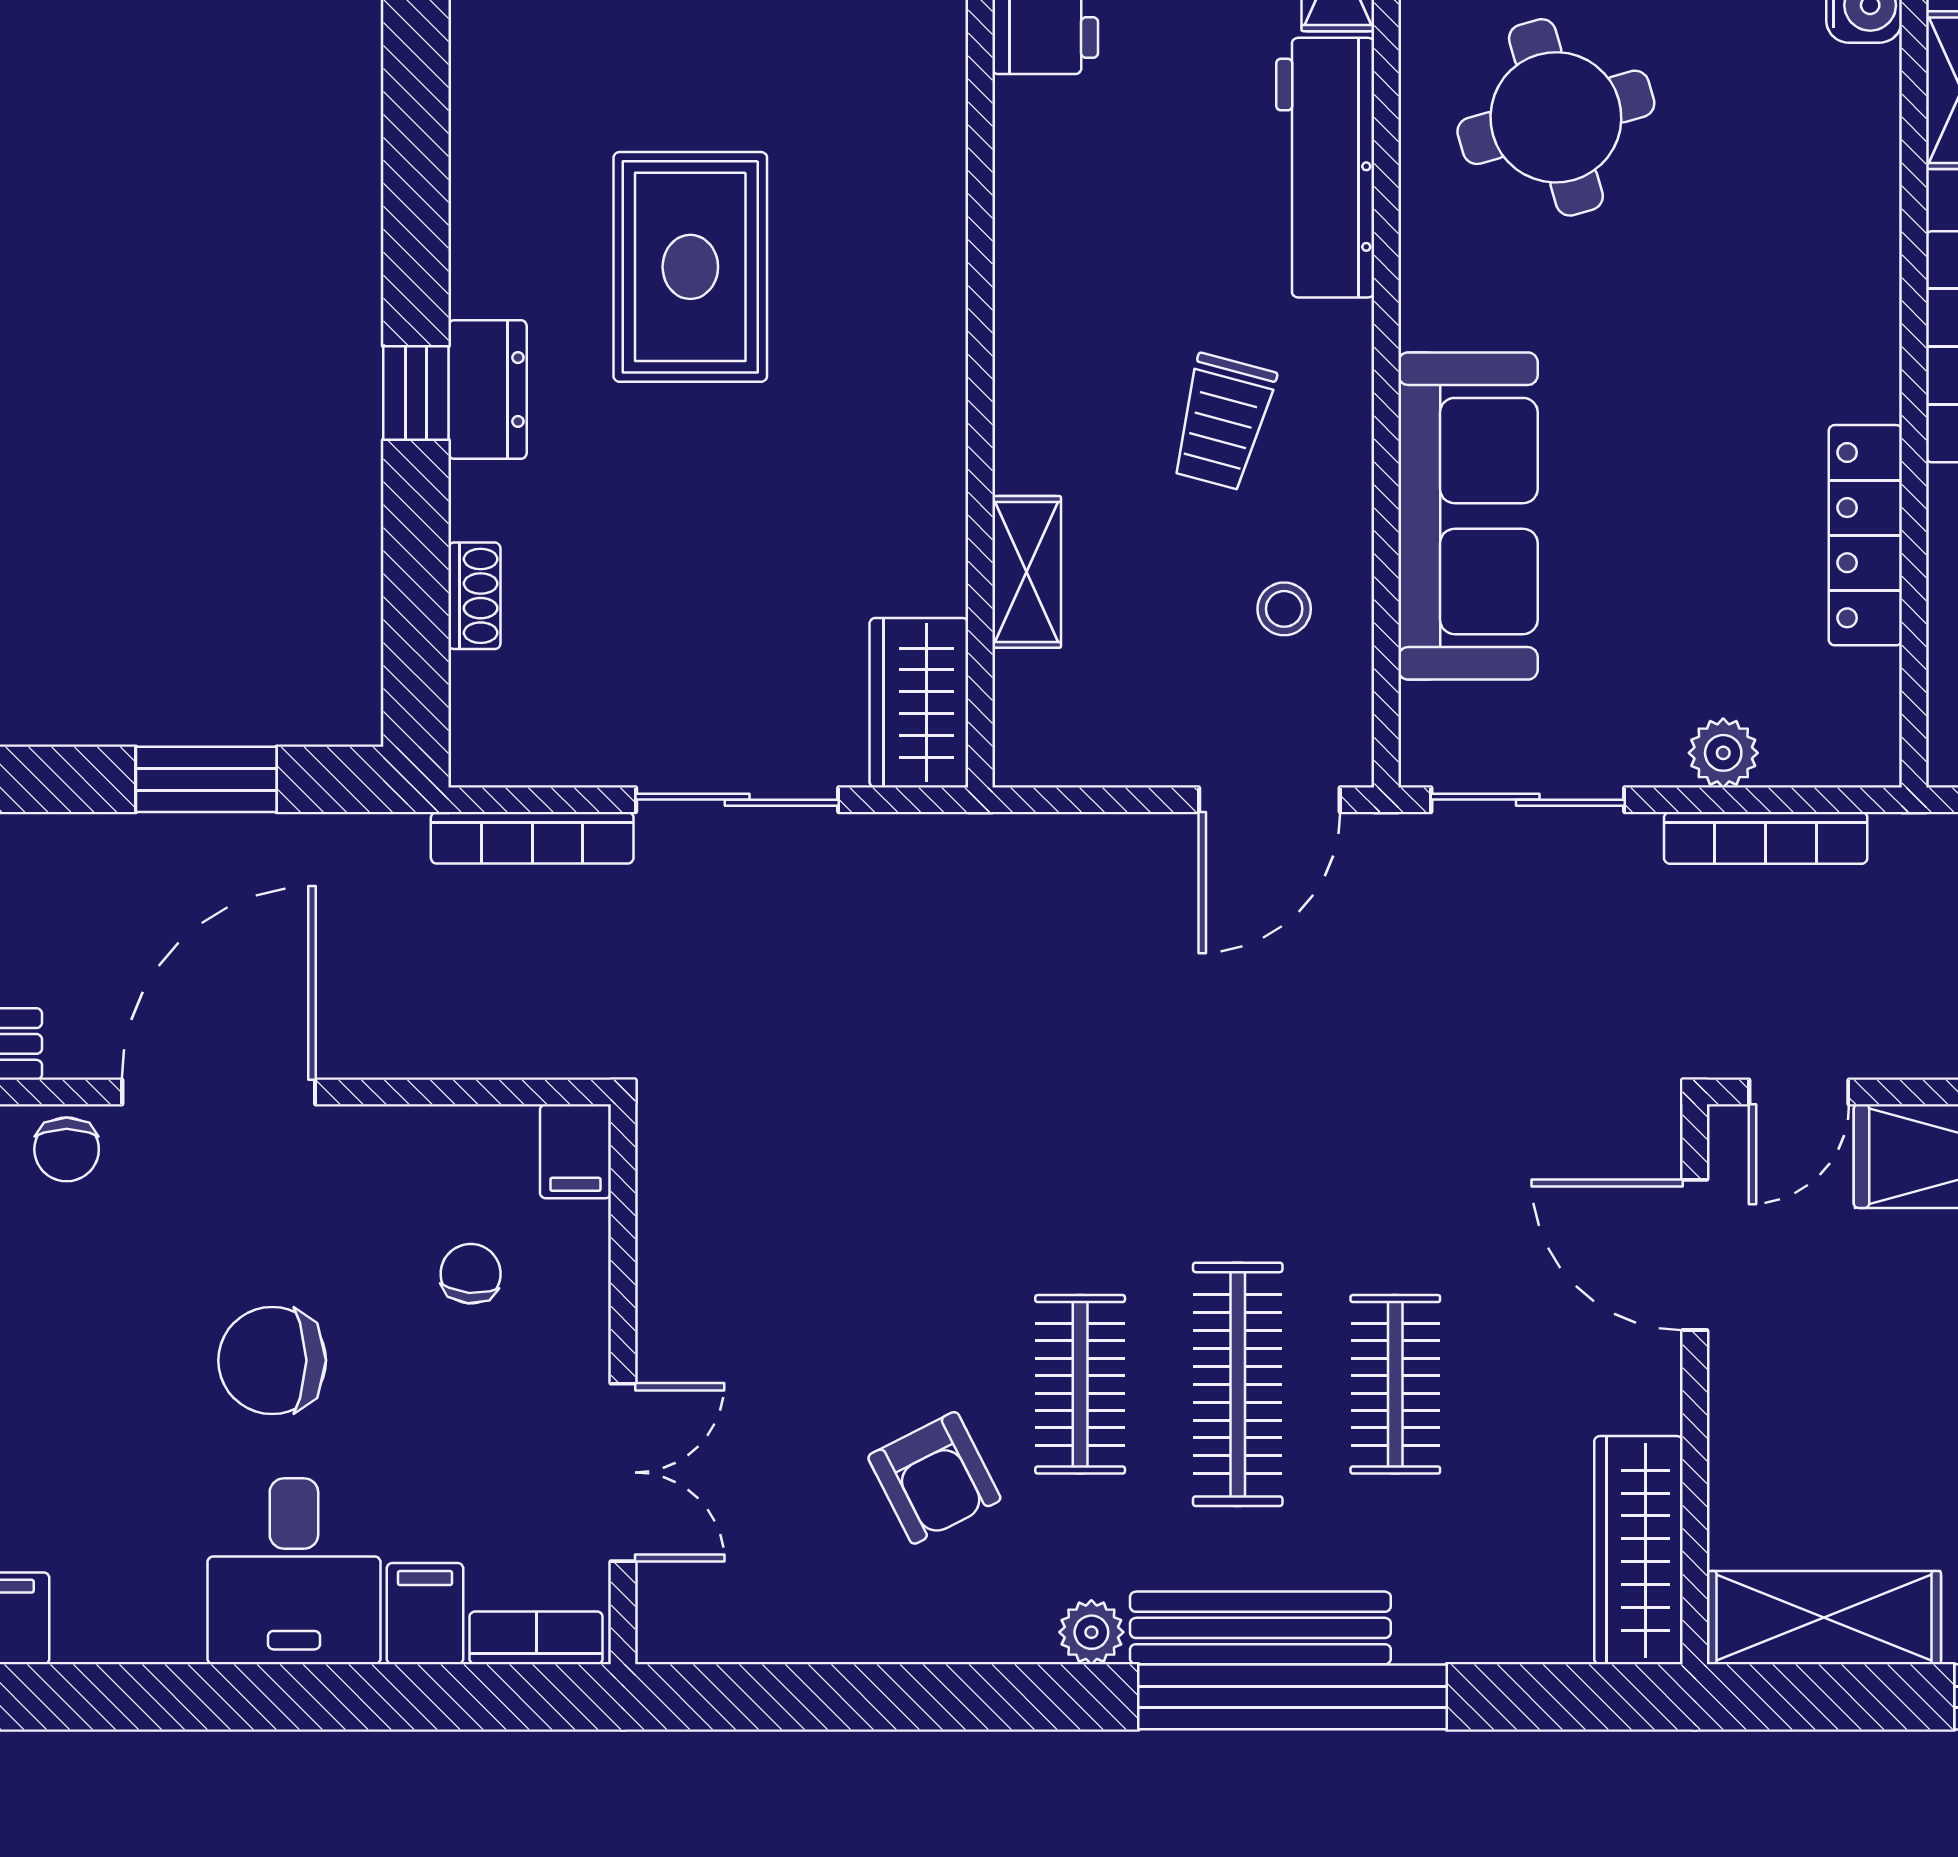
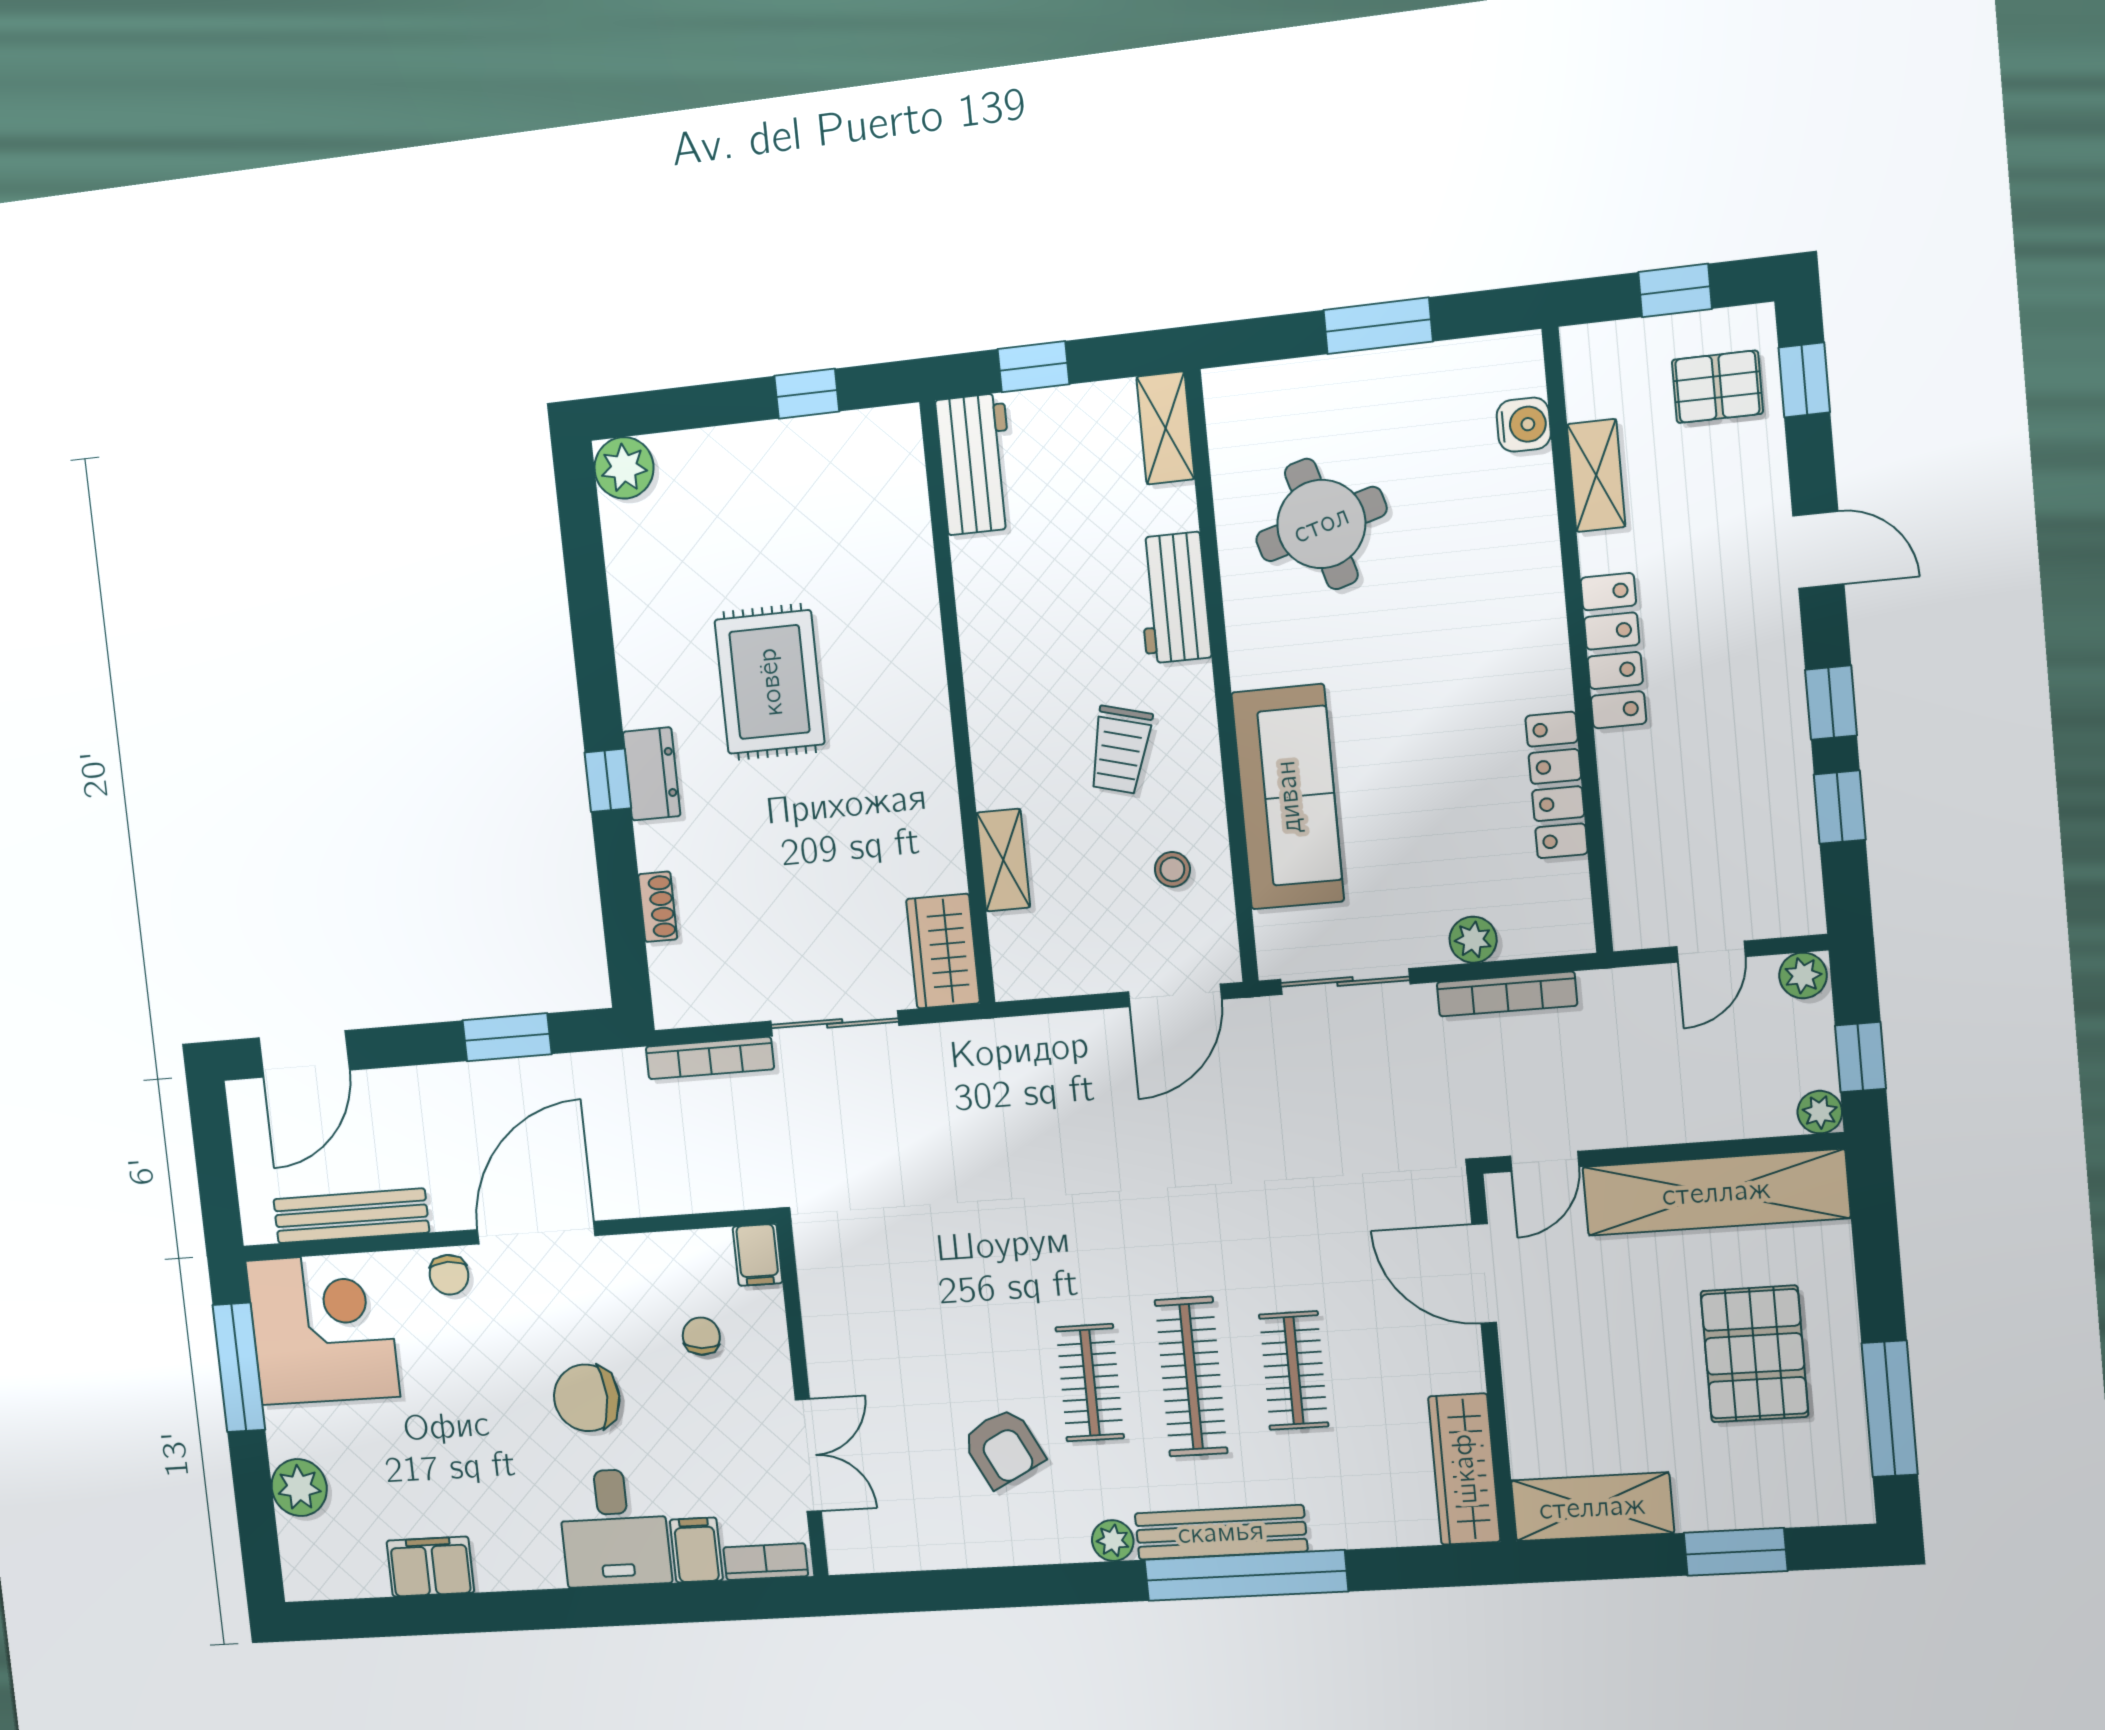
workbench: (1325, 168) -> (1174, 598), width x0.73

